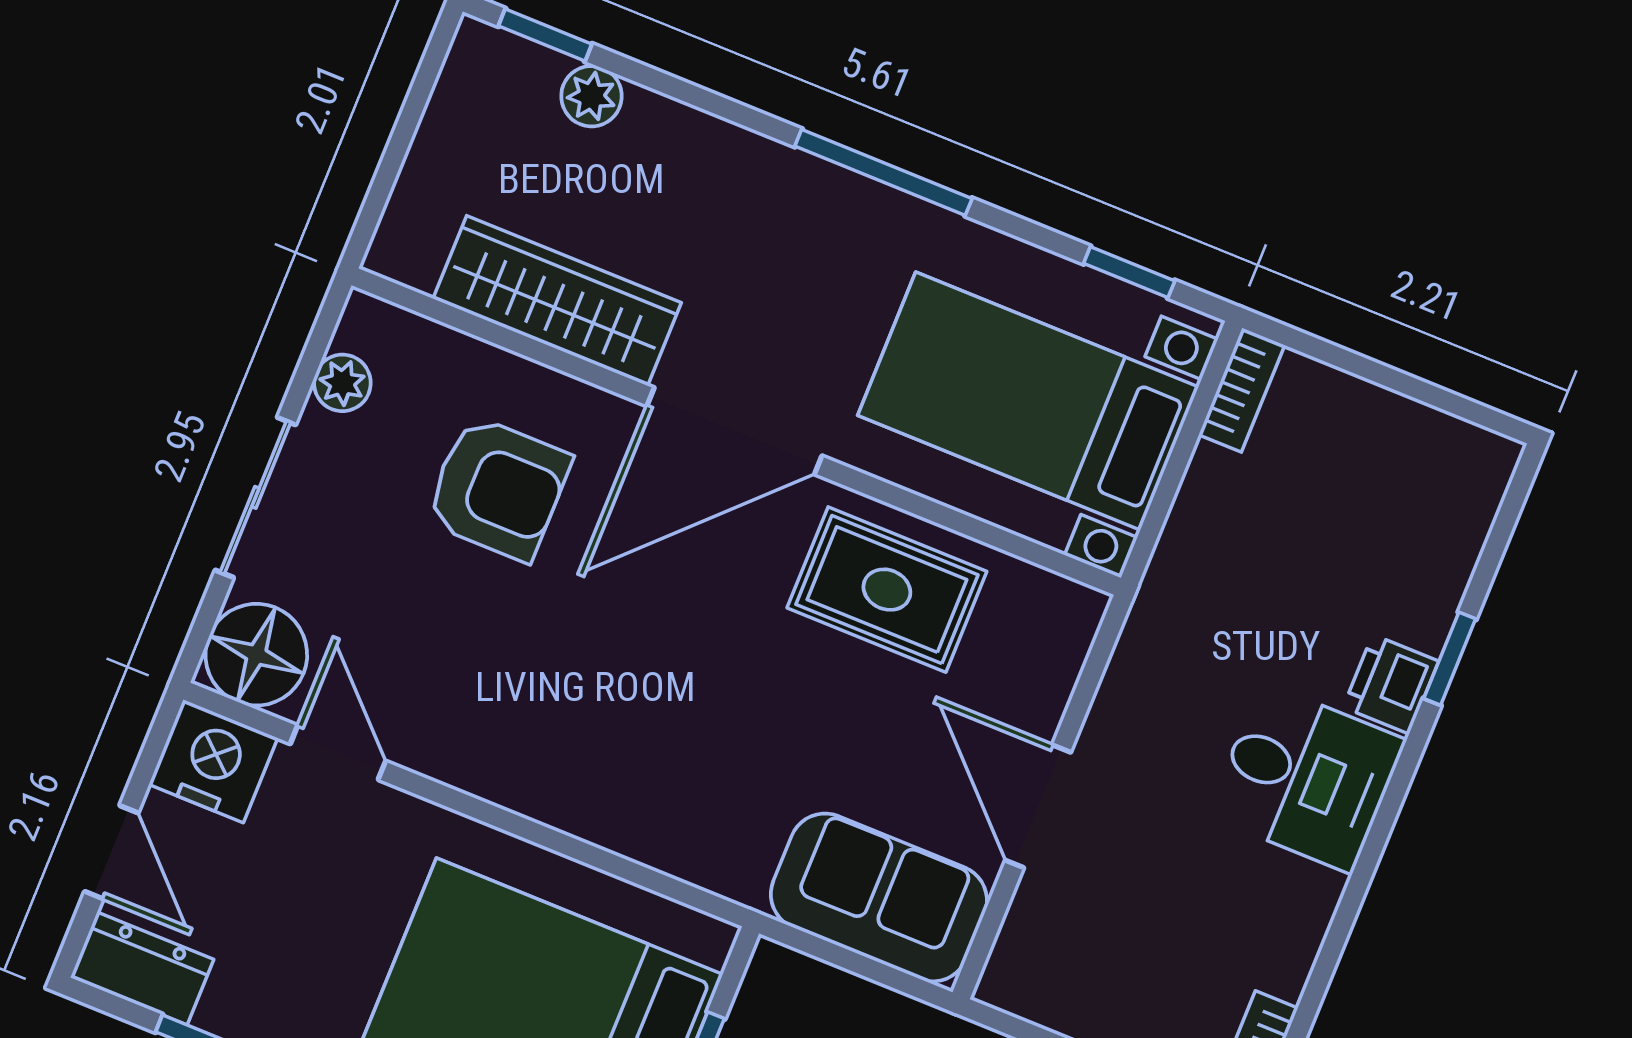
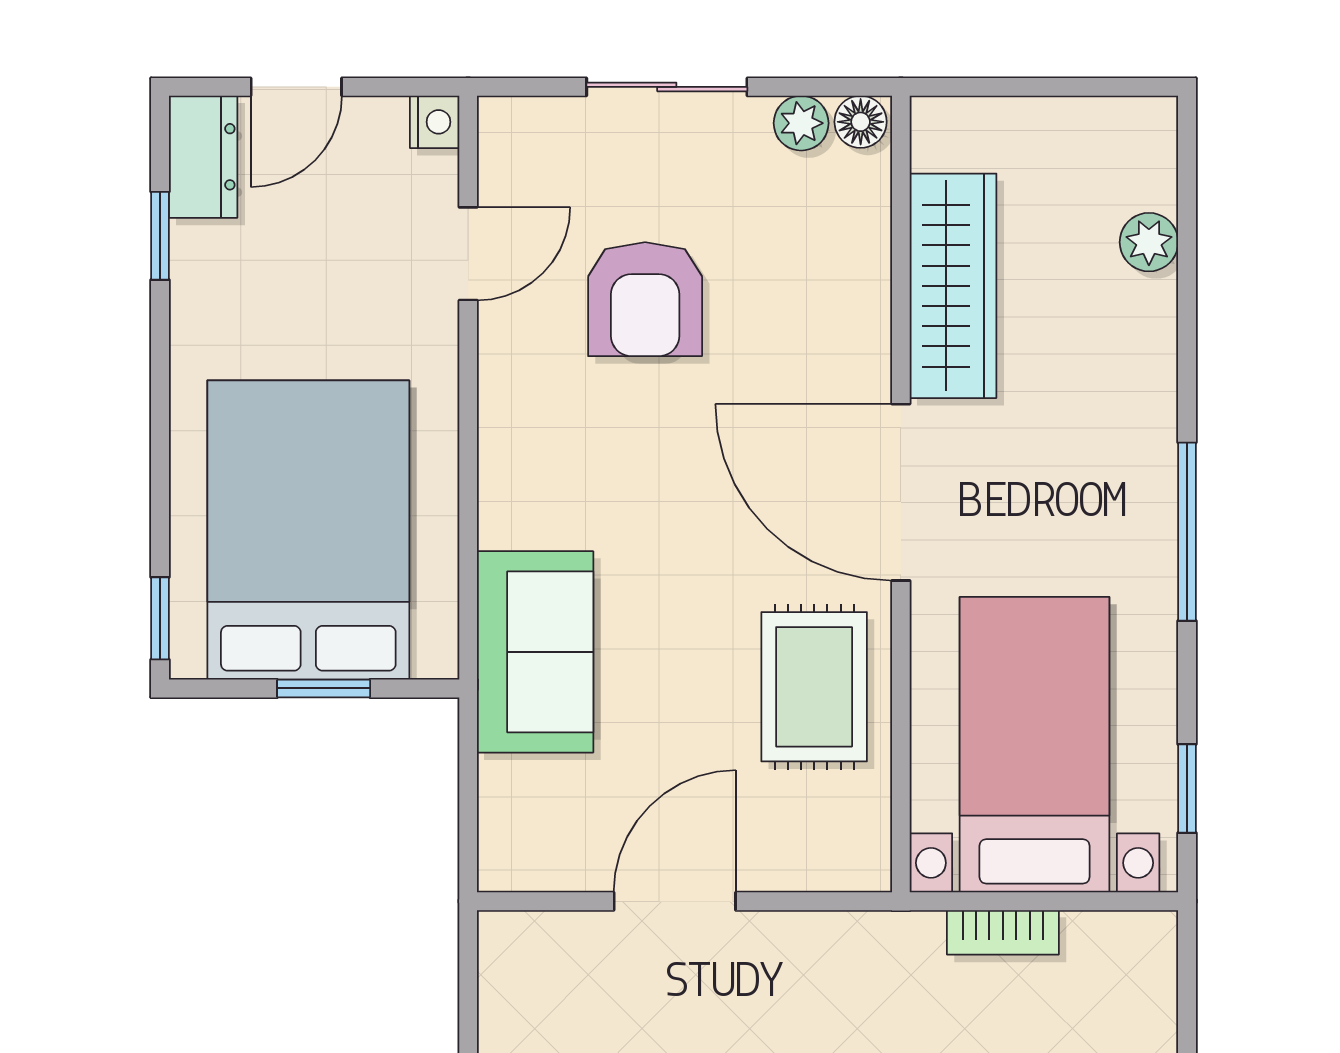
window: (545, 35) -> (1187, 178), removed
bookcase: (1242, 390) -> (1003, 932), moved
armchair: (498, 488) -> (645, 299), moved
floor lamp: (256, 655) -> (861, 122), moved, width x0.53, depth x0.53
nightstand: (213, 761) -> (435, 122), width x0.53, depth x0.56
sofa: (879, 897) -> (535, 652), moved

